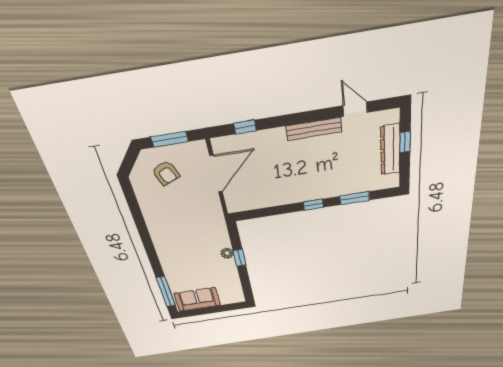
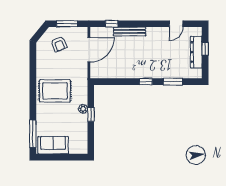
door: (355, 109) -> (176, 24), swing flipped
bench: (314, 129) -> (130, 31), moved
rug: (180, 238) -> (55, 91), added

